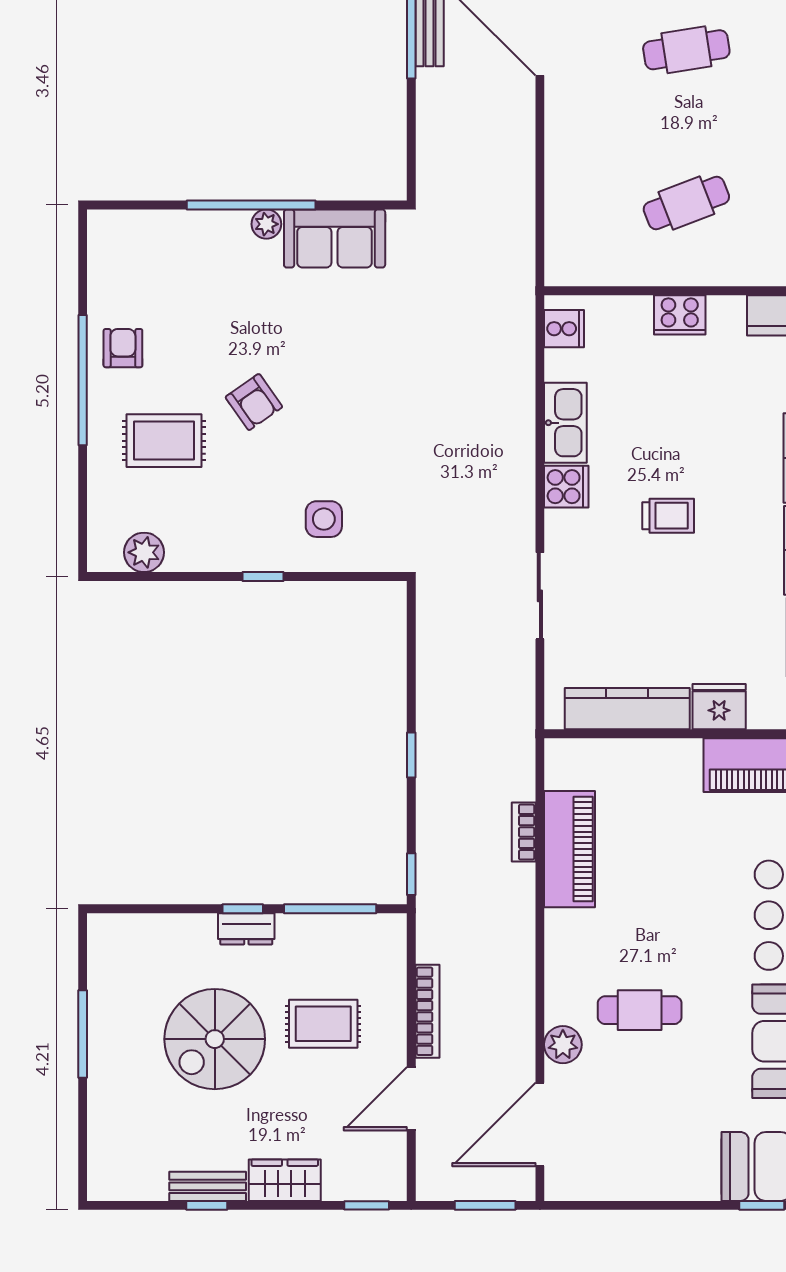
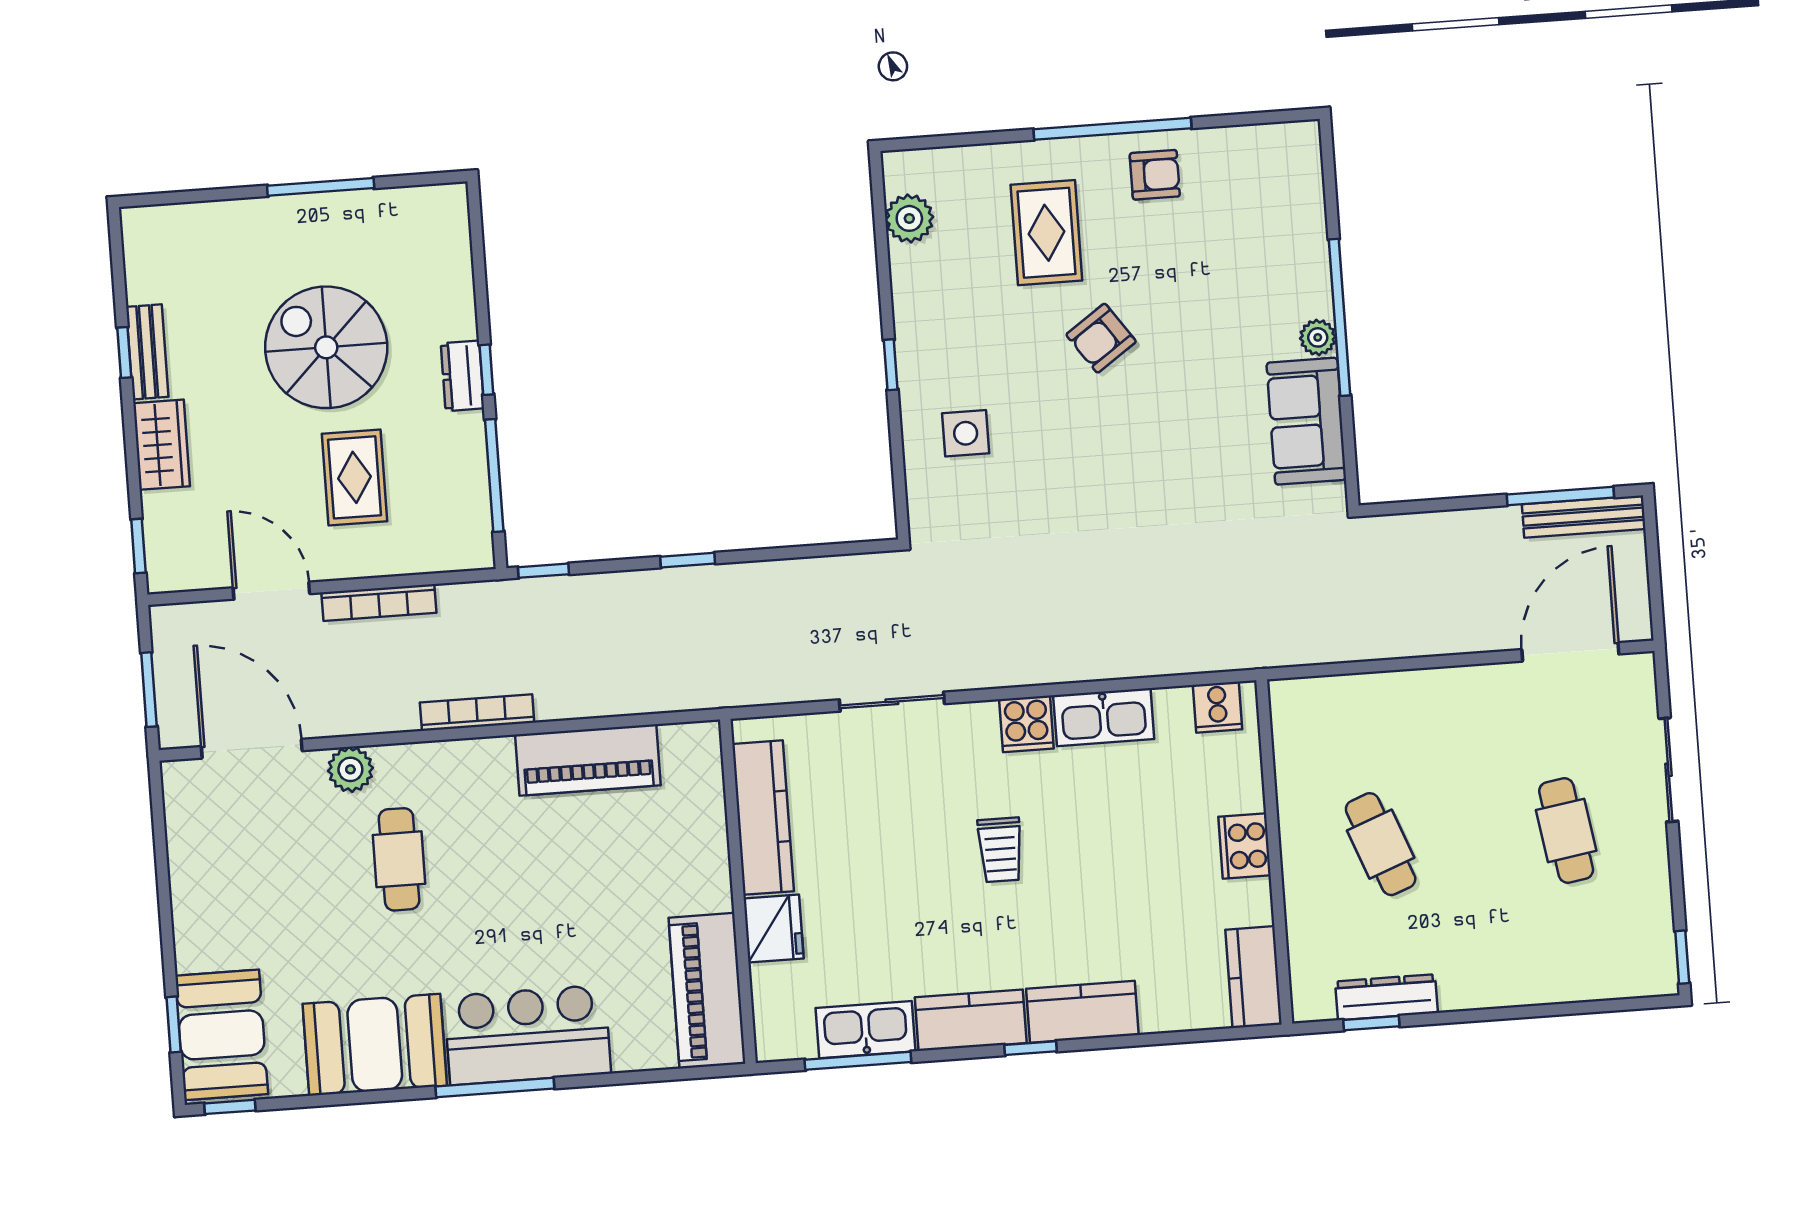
bookcase: (524, 832) -> (477, 712), moved, width x1.56

